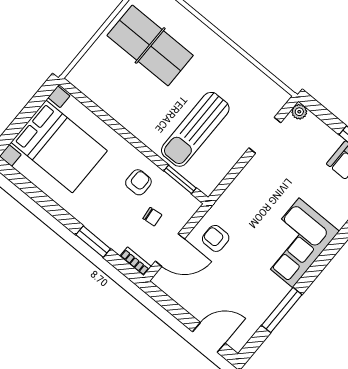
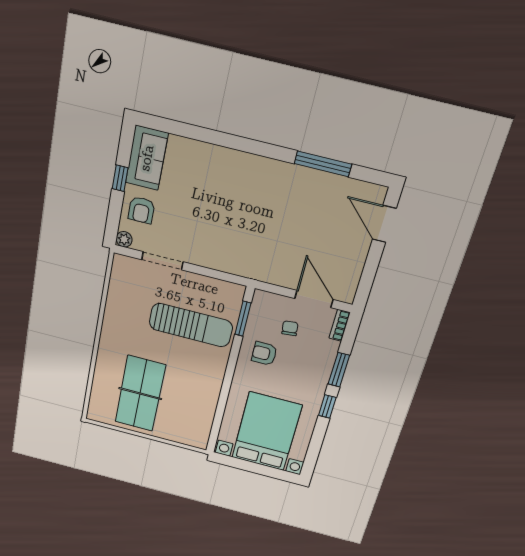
window: (61, 215) -> (327, 406), added
armchair: (216, 238) -> (141, 210), moved
corner sofa: (296, 243) -> (248, 183), removed

